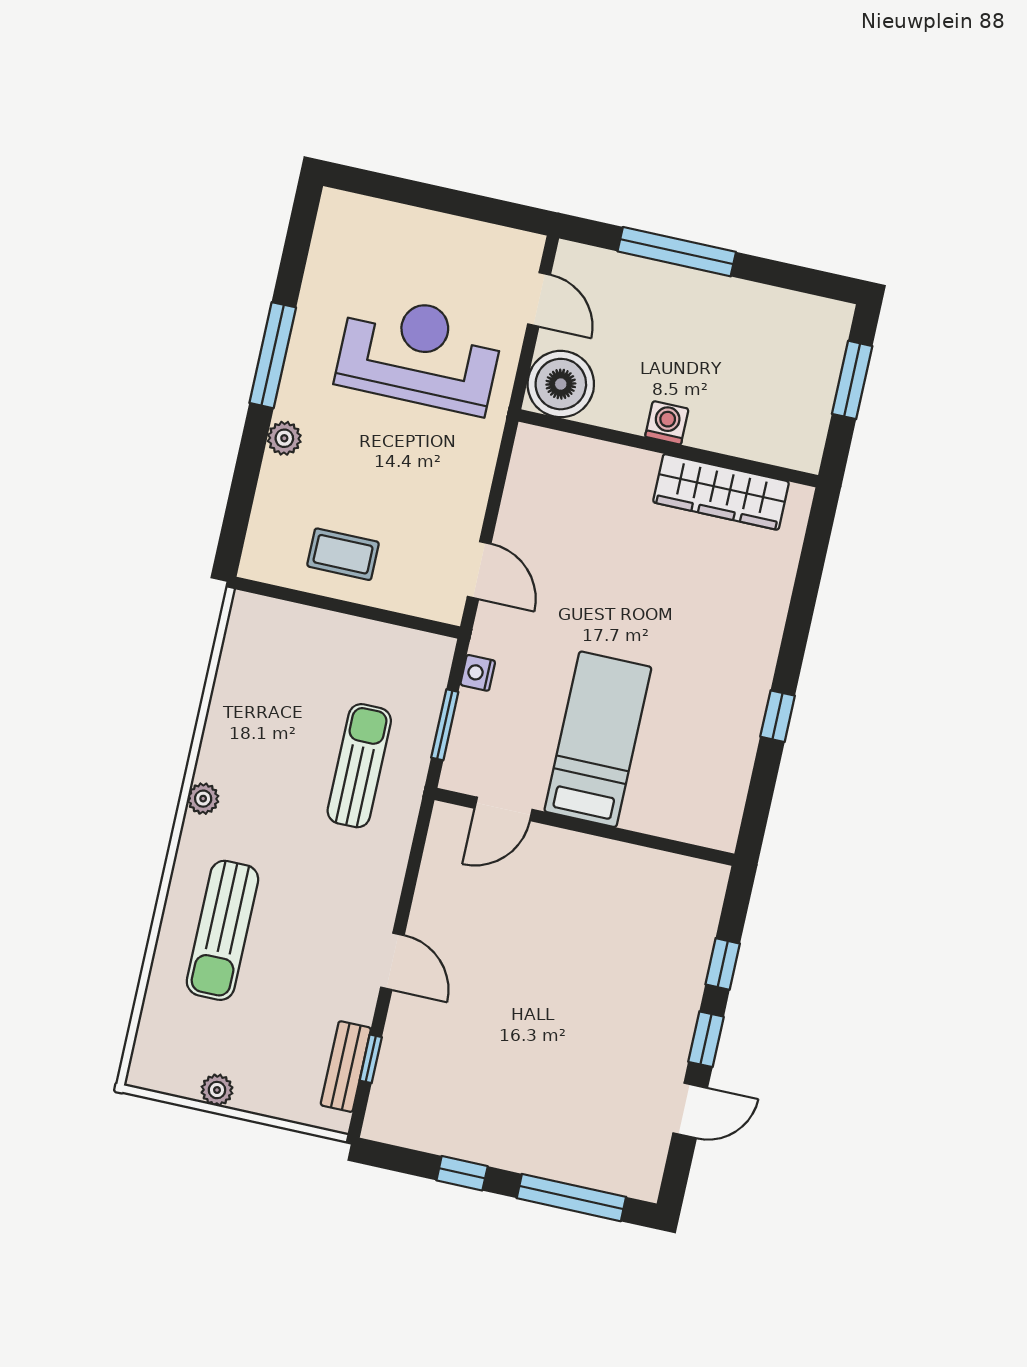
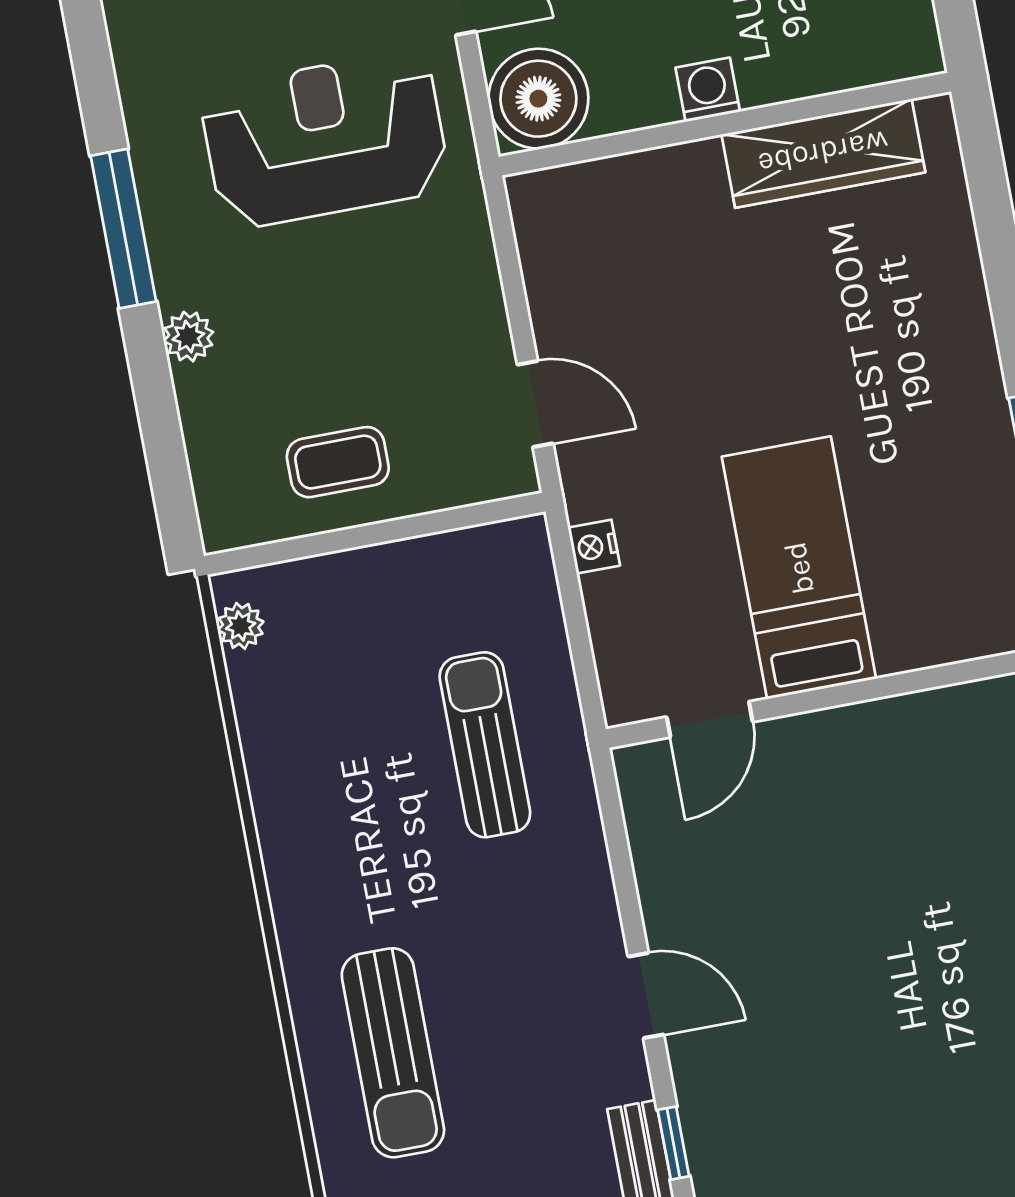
window: (445, 725) -> (579, 638), removed
plant: (203, 799) -> (241, 626), moved

